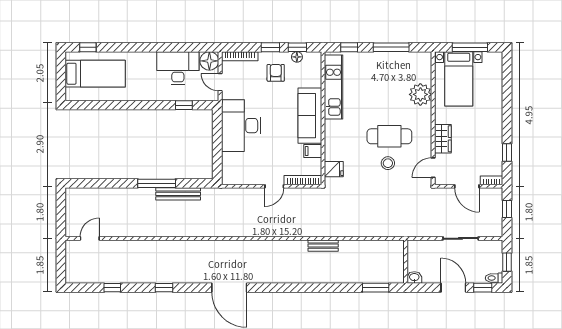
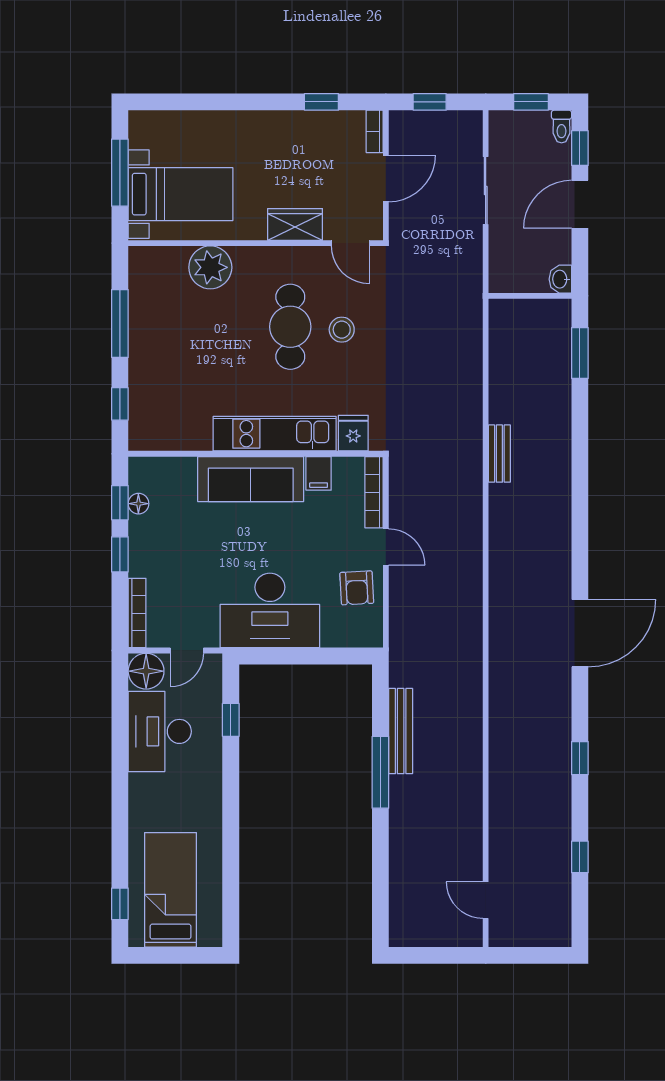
armchair: (276, 73) -> (357, 588), moved, turned -93
kitchen unit: (334, 87) -> (275, 434), moved

